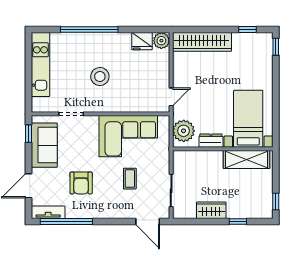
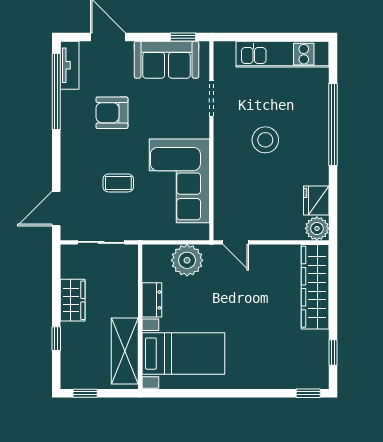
bed with nightstands: (248, 119) -> (183, 354), moved
dresser: (211, 141) -> (152, 300), moved
wall: (223, 149) -> (140, 317), moved
shelving: (247, 160) -> (125, 351), moved

